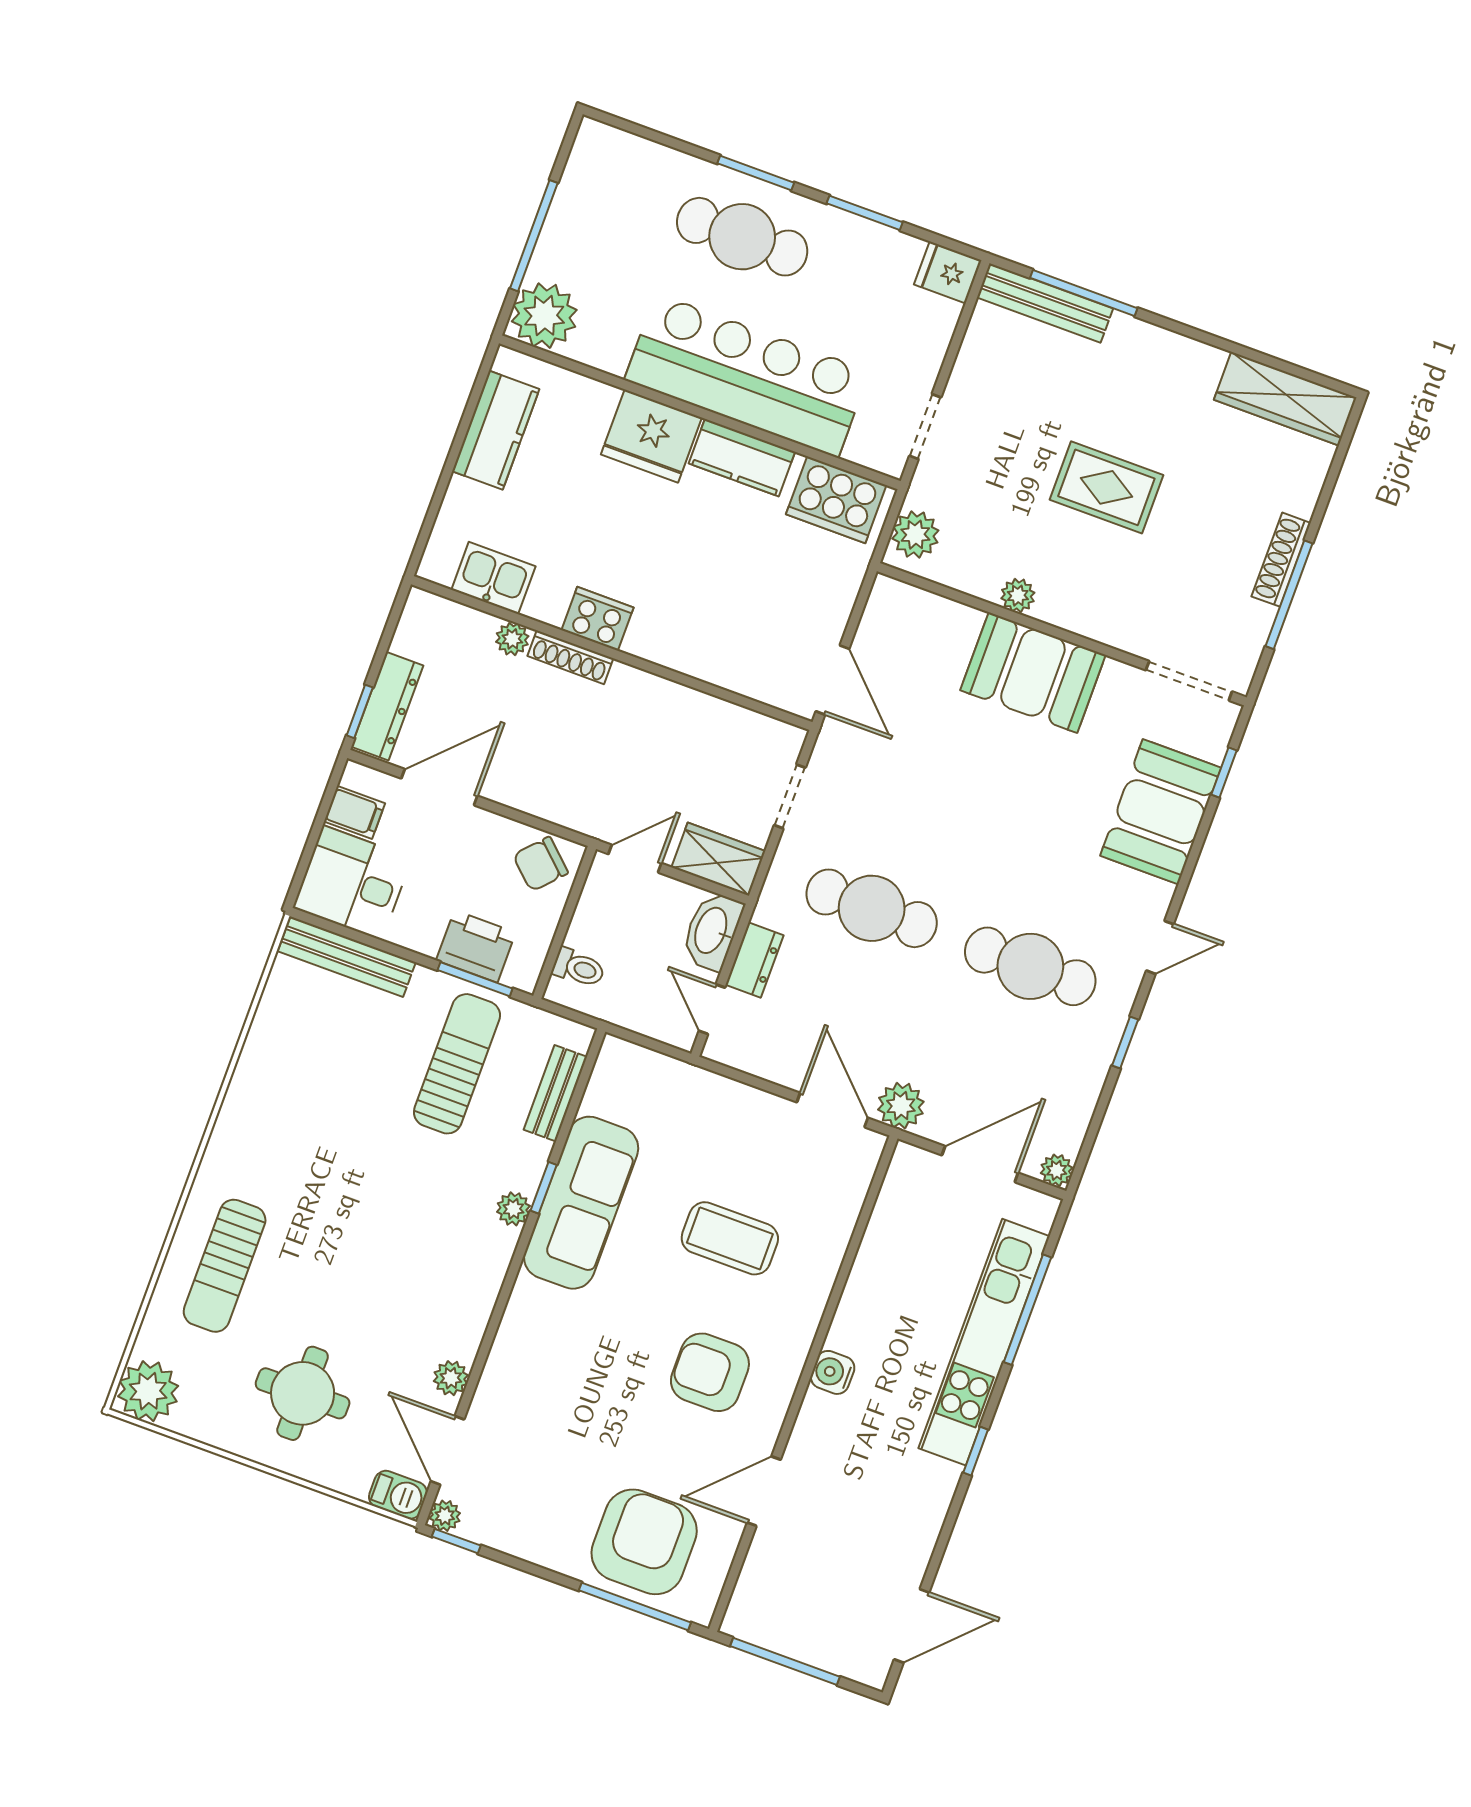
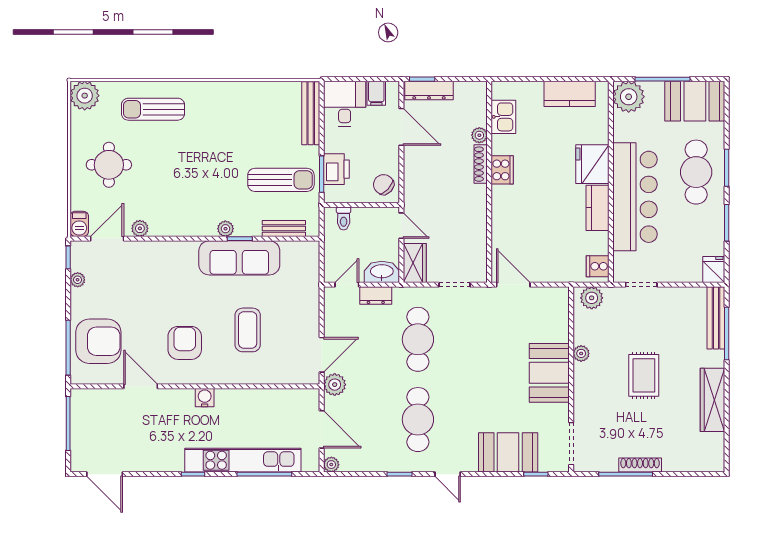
booth: (601, 188) -> (695, 101), added
wardrobe: (1285, 399) -> (712, 400), moved
cooker: (836, 500) -> (598, 266), width x0.53, depth x0.76
door: (832, 680) -> (513, 285), swing flipped
plant: (445, 1516) -> (78, 280), moved

